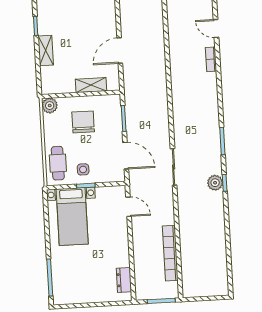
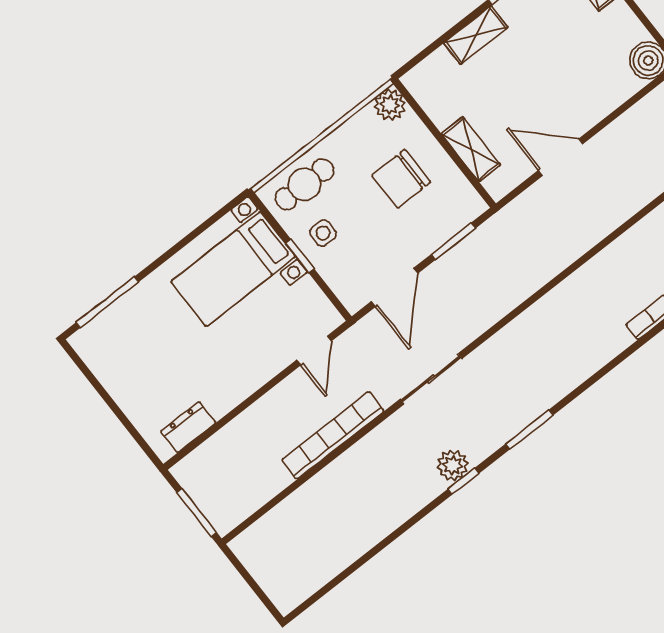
chair: (83, 122) -> (401, 179), turned 180
bookcase: (170, 253) -> (333, 435), moved

